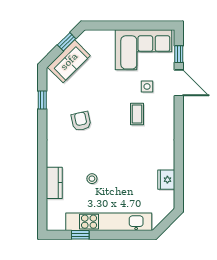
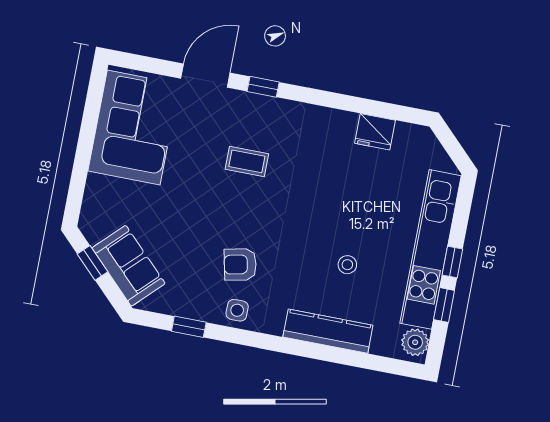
window: (179, 54) -> (263, 87), moved
side table: (147, 86) -> (237, 310), moved
kitchen counter: (54, 183) -> (328, 331), width x1.50
plant: (57, 223) -> (415, 342), added
window: (104, 235) -> (452, 262), added

